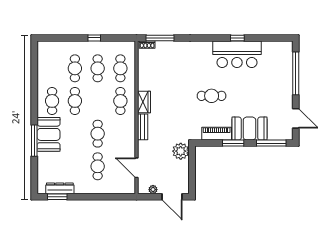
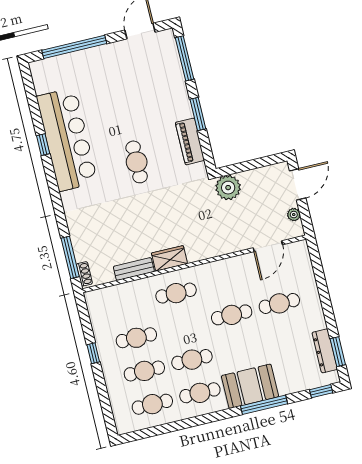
bar counter: (237, 54) -> (67, 139), width x1.36
cafe table: (120, 68) -> (152, 404), moved
bench: (143, 127) -> (134, 269), moved
booth: (250, 129) -> (171, 95), removed
window: (34, 180) -> (321, 391), added

